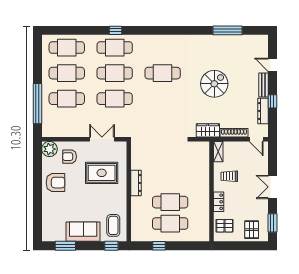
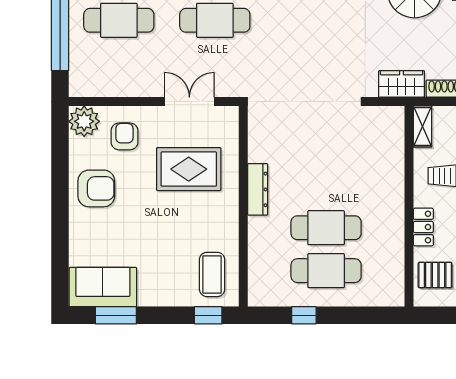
armchair: (70, 157) -> (124, 136), turned 90
sofa: (83, 232) -> (103, 287), moved

